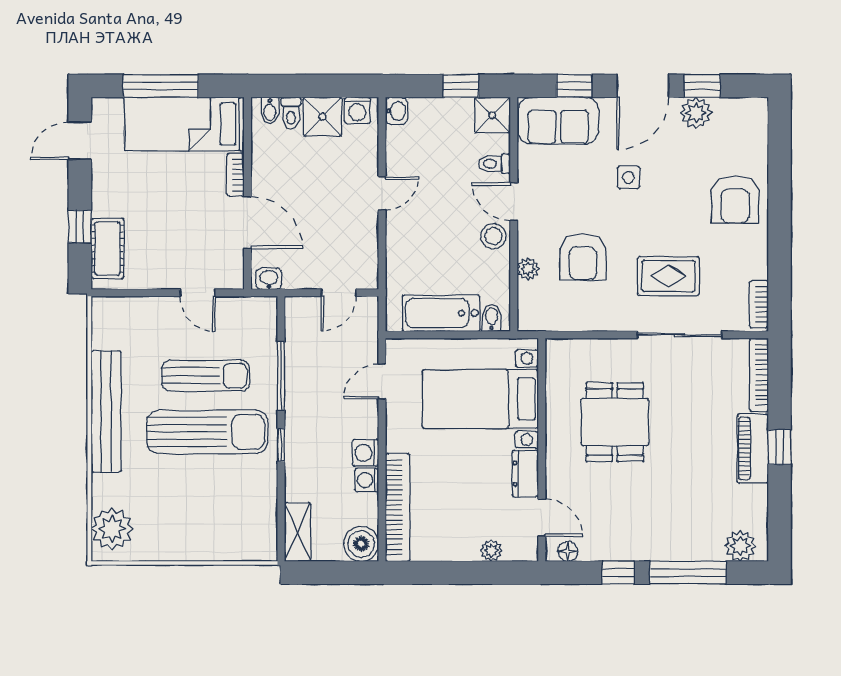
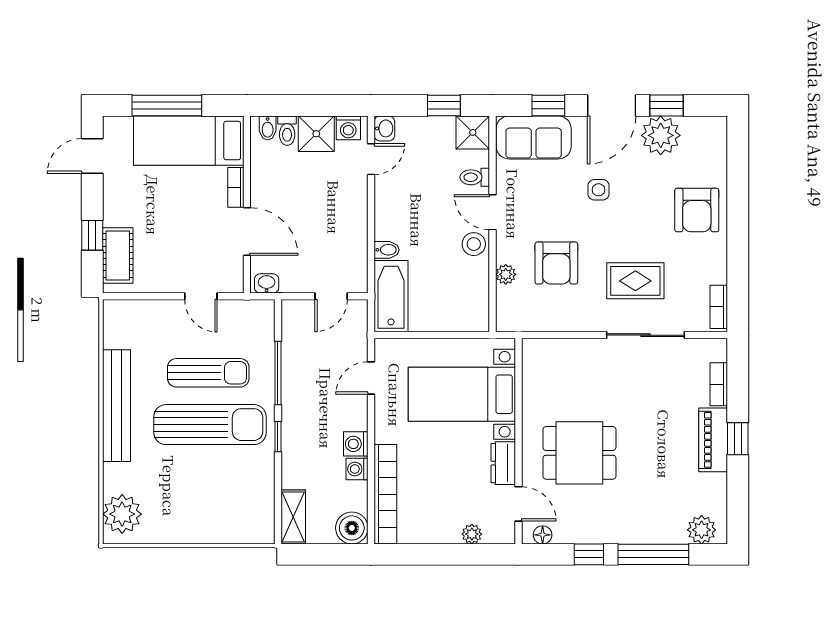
plant: (696, 113) -> (661, 135), width x1.36, depth x1.36
door: (382, 193) -> (371, 159), moved
bathtub: (441, 313) -> (391, 296), moved, turned 90
bidet: (491, 318) -> (387, 250), moved, turned 90
bookcase: (759, 375) -> (719, 384), width x0.64
dining table: (615, 422) -> (579, 453), moved, turned 90

